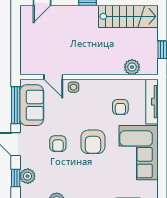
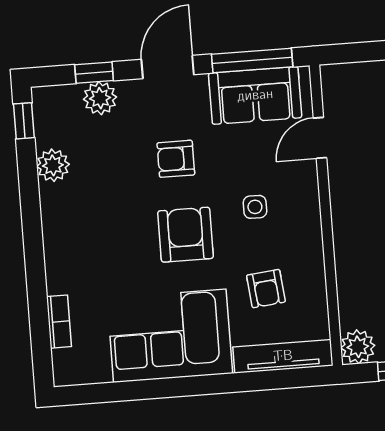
plant: (132, 67) -> (358, 347), moved
side table: (73, 87) -> (255, 207), moved
armchair: (120, 107) -> (266, 289), turned -96
armchair: (93, 142) -> (185, 235), turned 90

